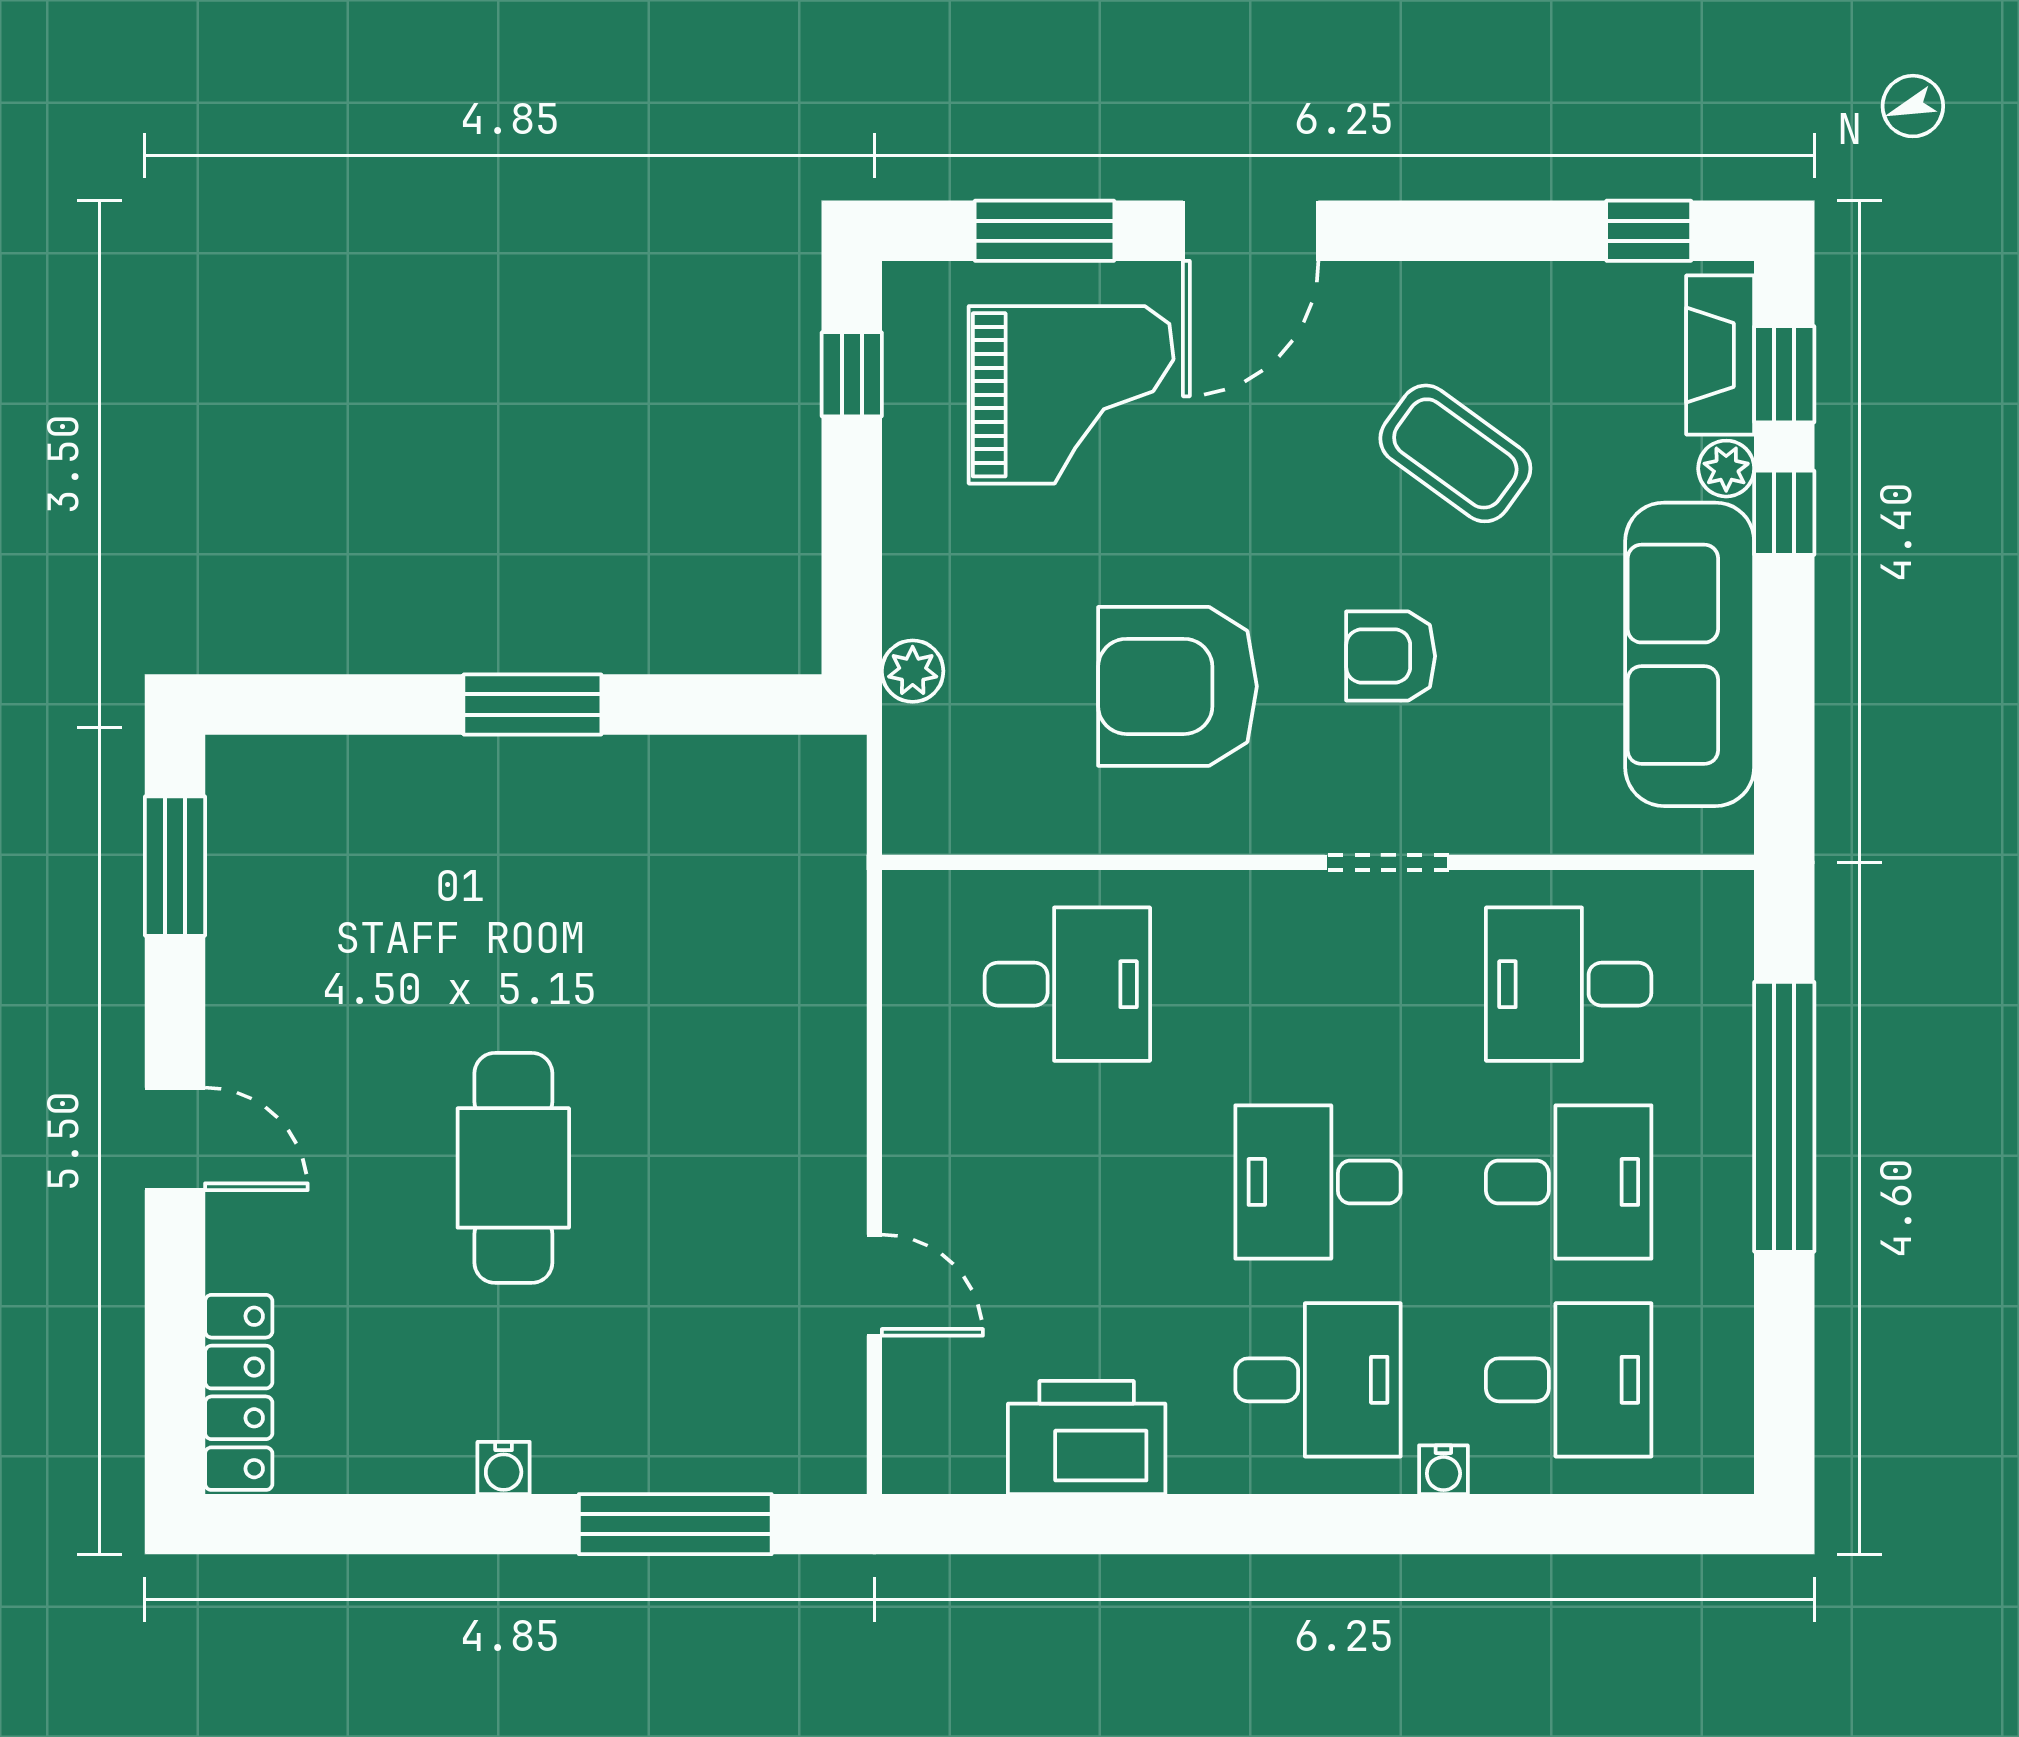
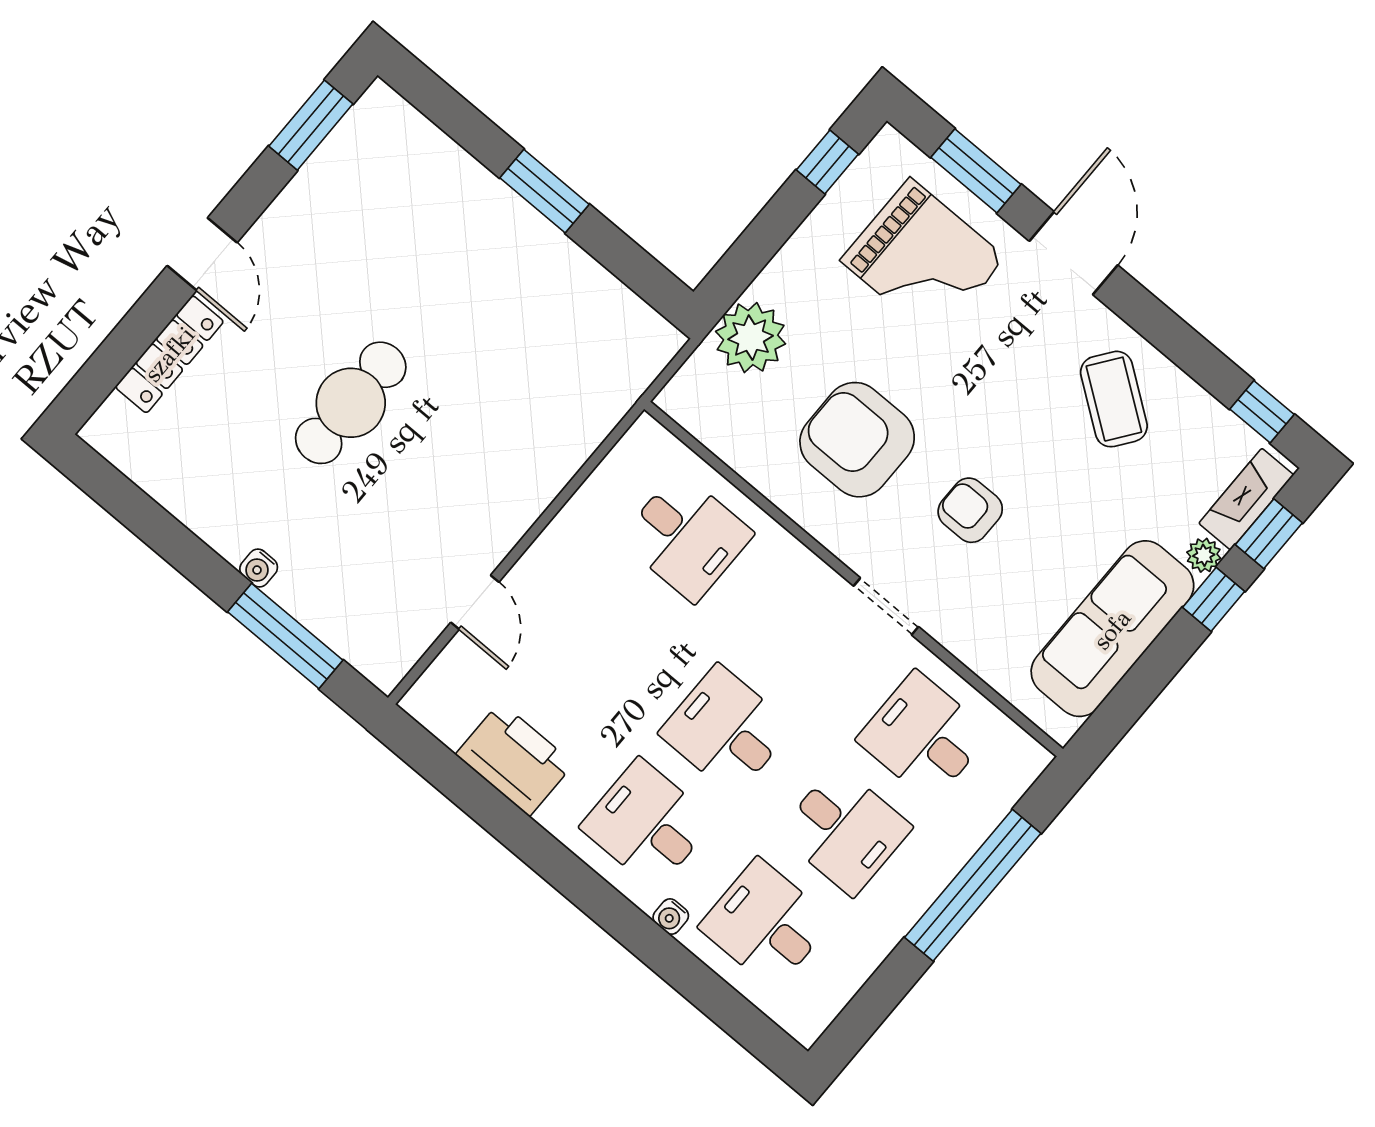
door: (1251, 231) -> (1073, 253), swing flipped
coffee table: (1455, 453) -> (1114, 399), moved
plant: (913, 671) -> (751, 338), width x1.87, depth x1.87
desk: (1318, 1380) -> (647, 824), turned 180
desk: (1569, 1380) -> (766, 924), turned 180
locker: (239, 1392) -> (169, 354), moved
water cooler: (504, 1468) -> (259, 568), moved

